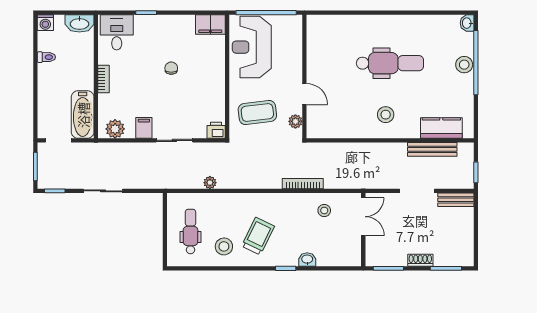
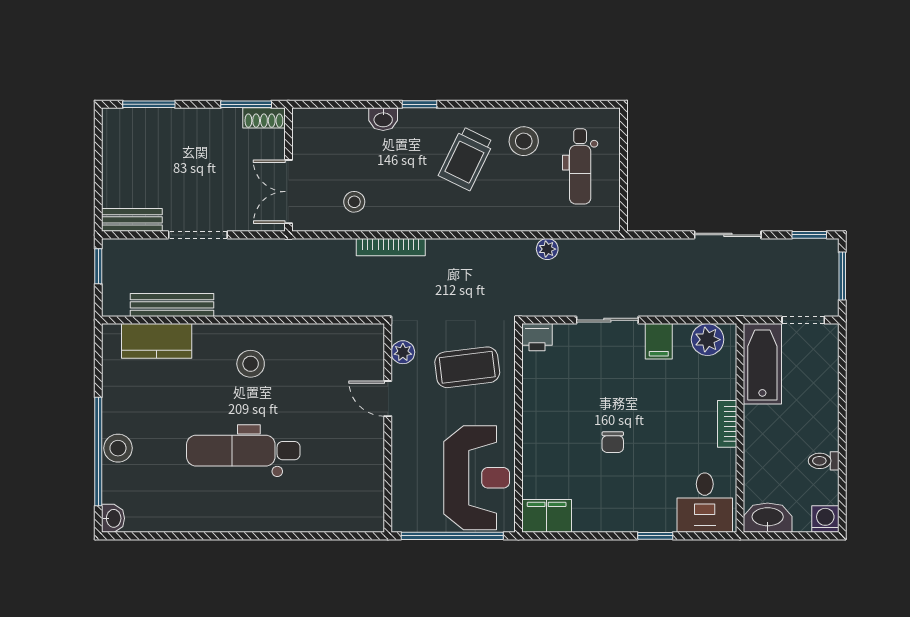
shoe rack: (420, 260) -> (264, 118), moved

